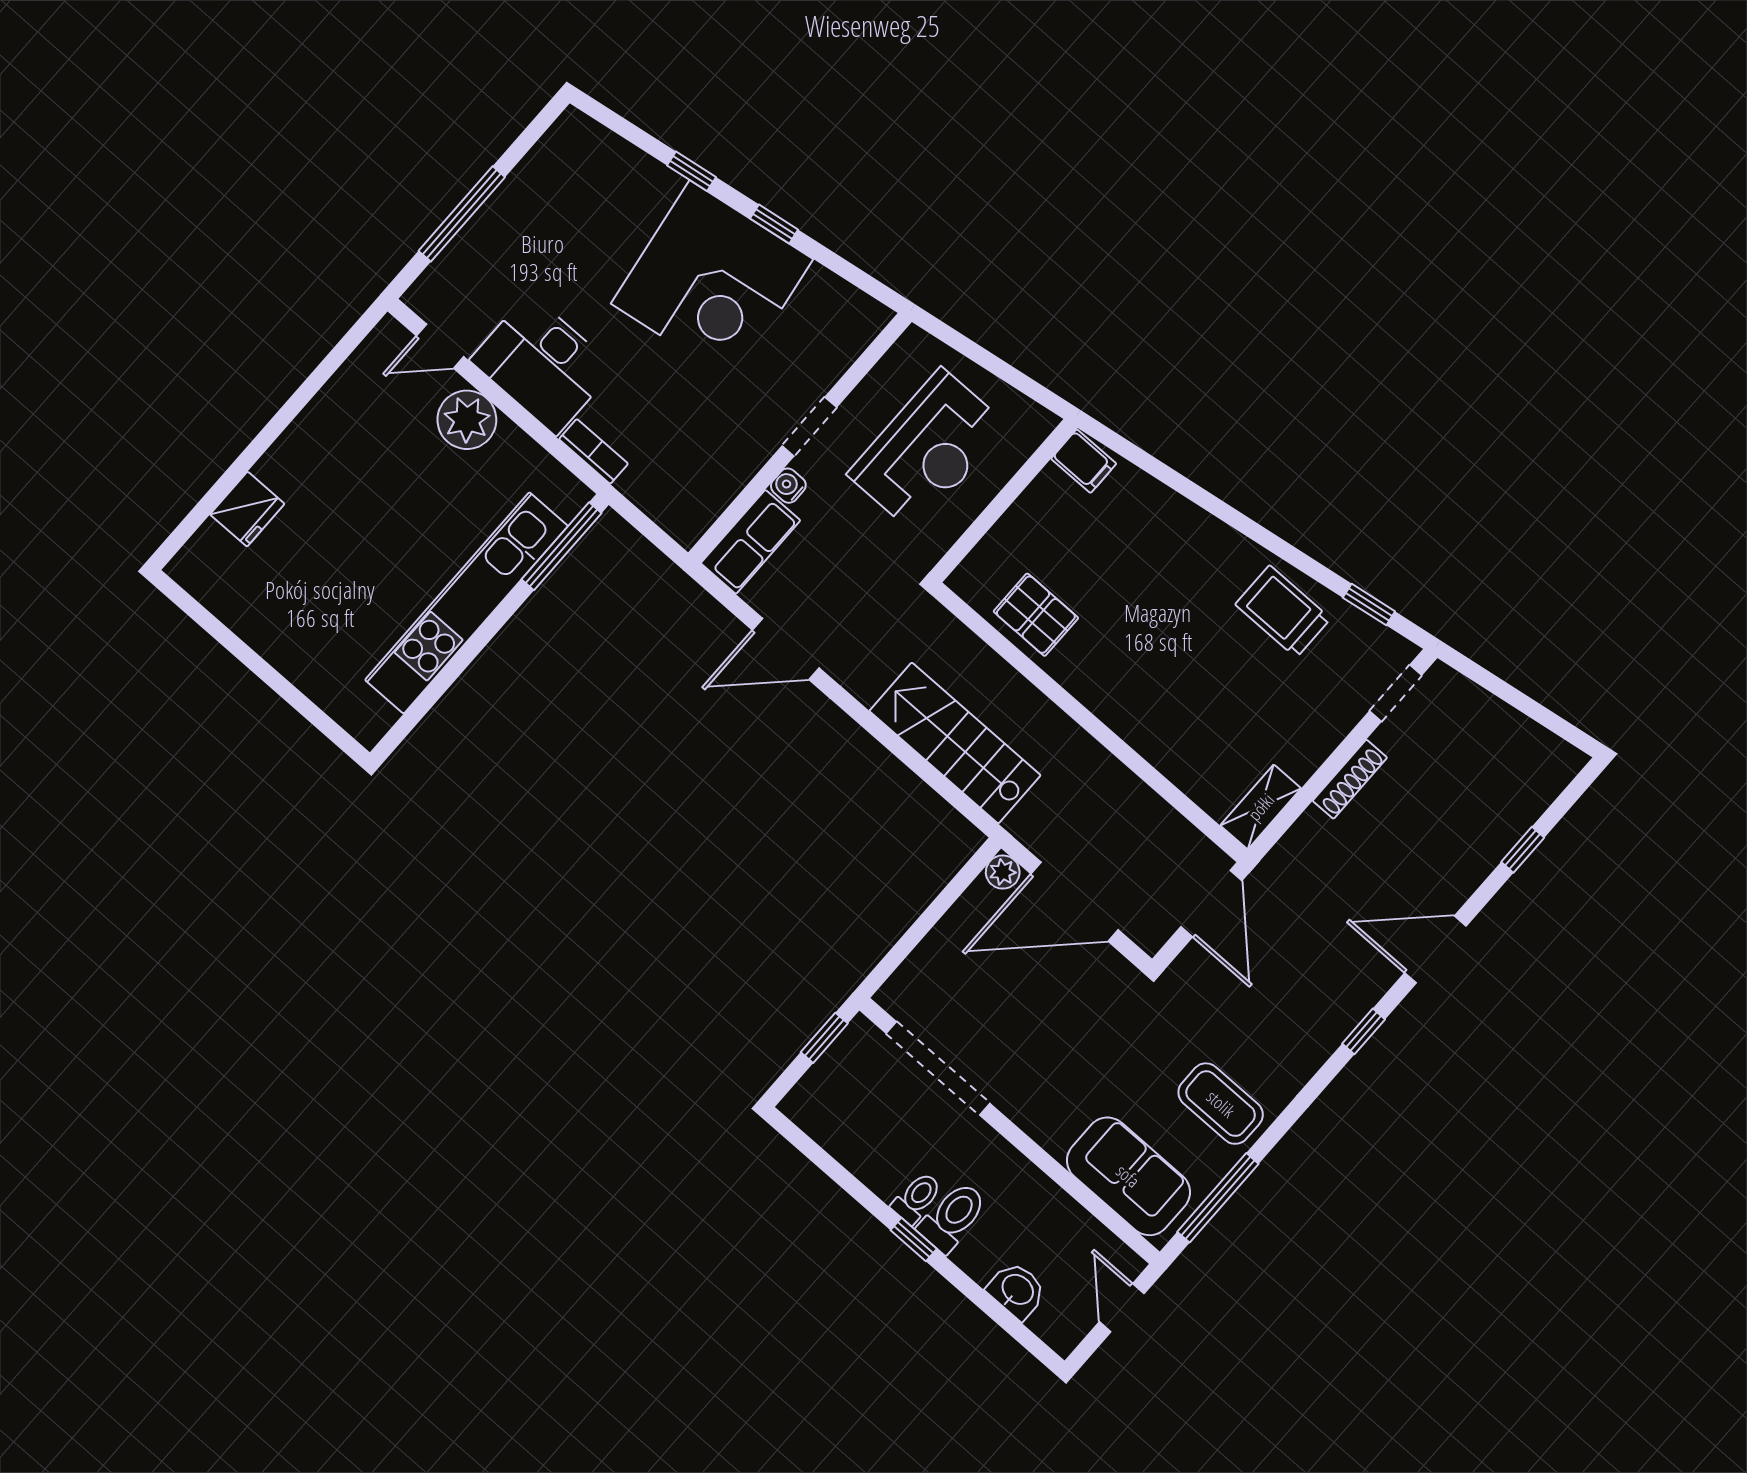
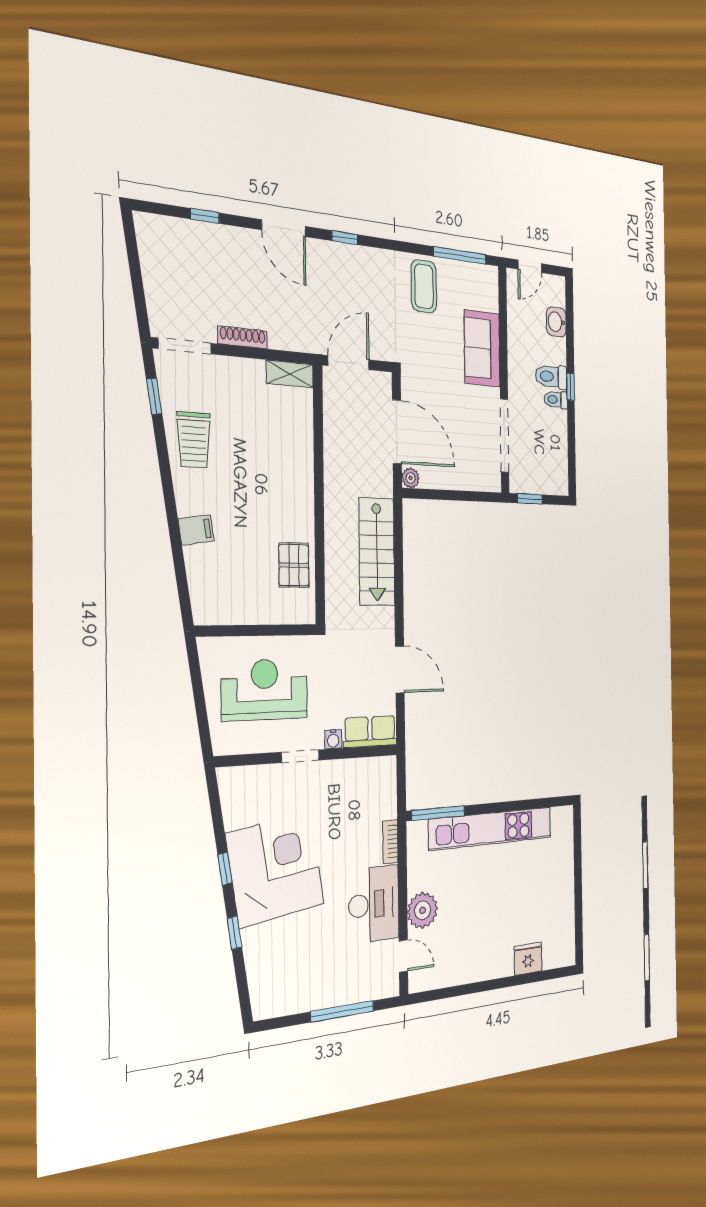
filing cabinet: (1084, 461) -> (196, 530), moved, turned 81
doorway: (1396, 693) -> (185, 346), width x1.38
sofa: (1128, 1176) -> (482, 348), moved

